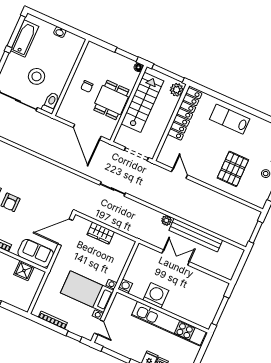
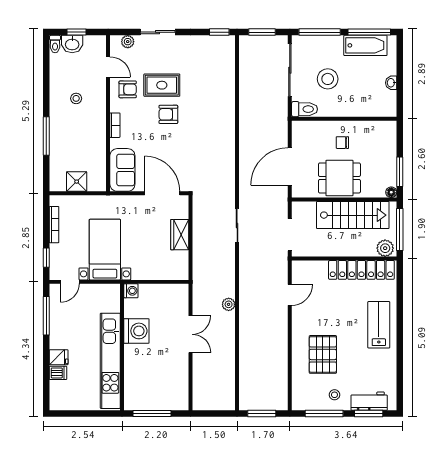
pallet: (233, 169) -> (323, 354), turned 90
bench: (196, 235) -> (227, 346), removed
shower: (24, 271) -> (77, 182), moved

